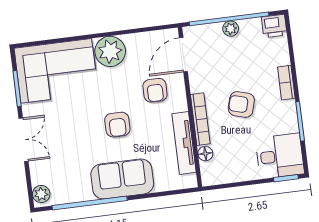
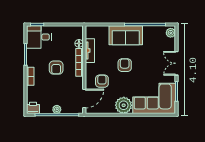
armchair: (241, 104) -> (56, 68), turned 74
tv unit: (184, 143) -> (90, 51), width x0.71

